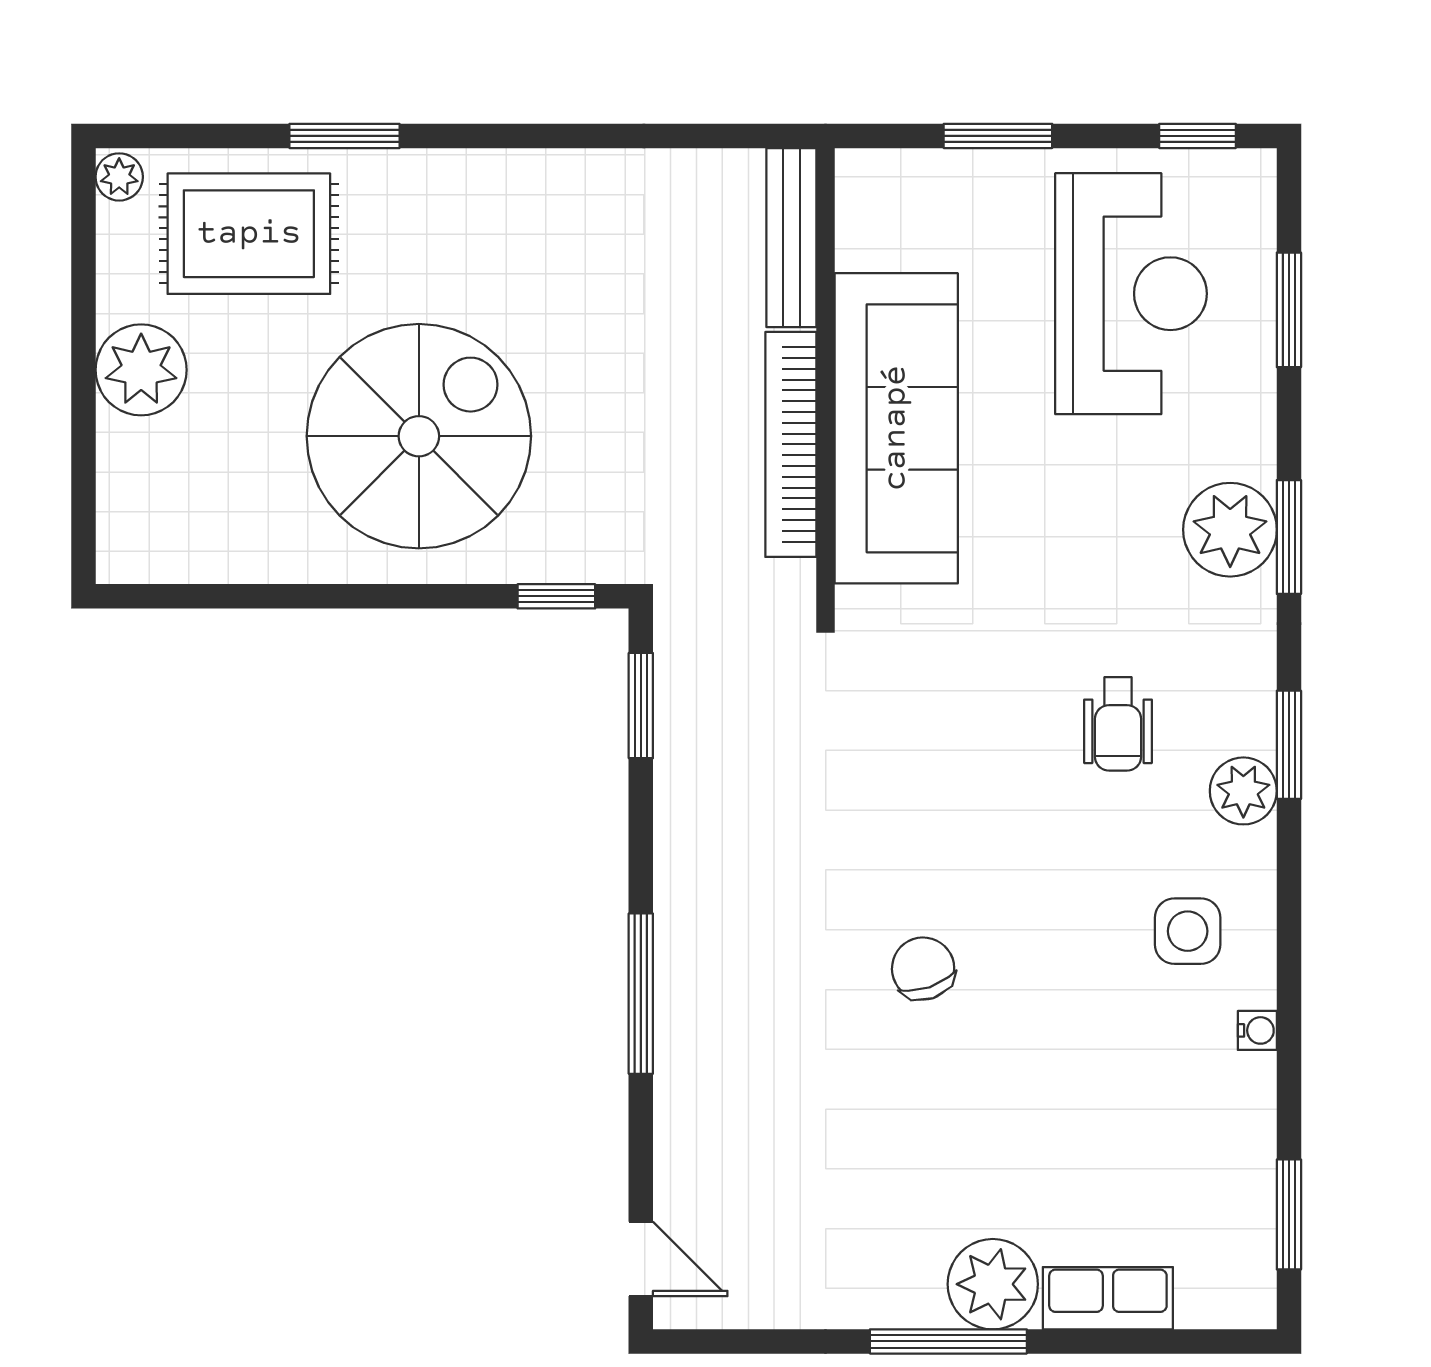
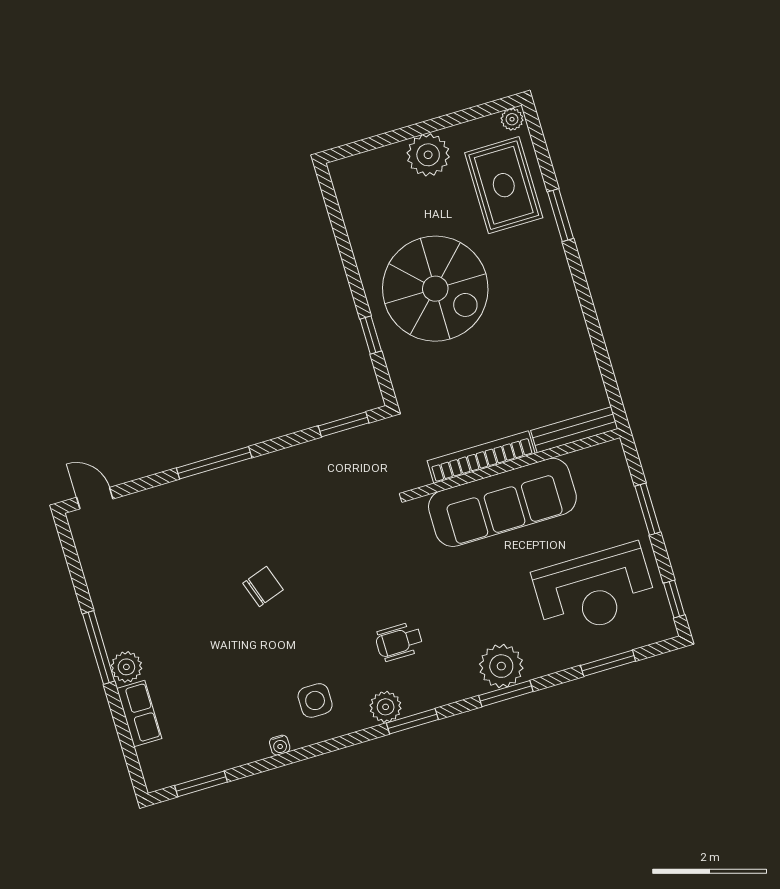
window: (556, 596) -> (371, 335), moved
door: (641, 1259) -> (95, 498), swing flipped
plant: (993, 1284) -> (126, 667), width x0.73, depth x0.73

